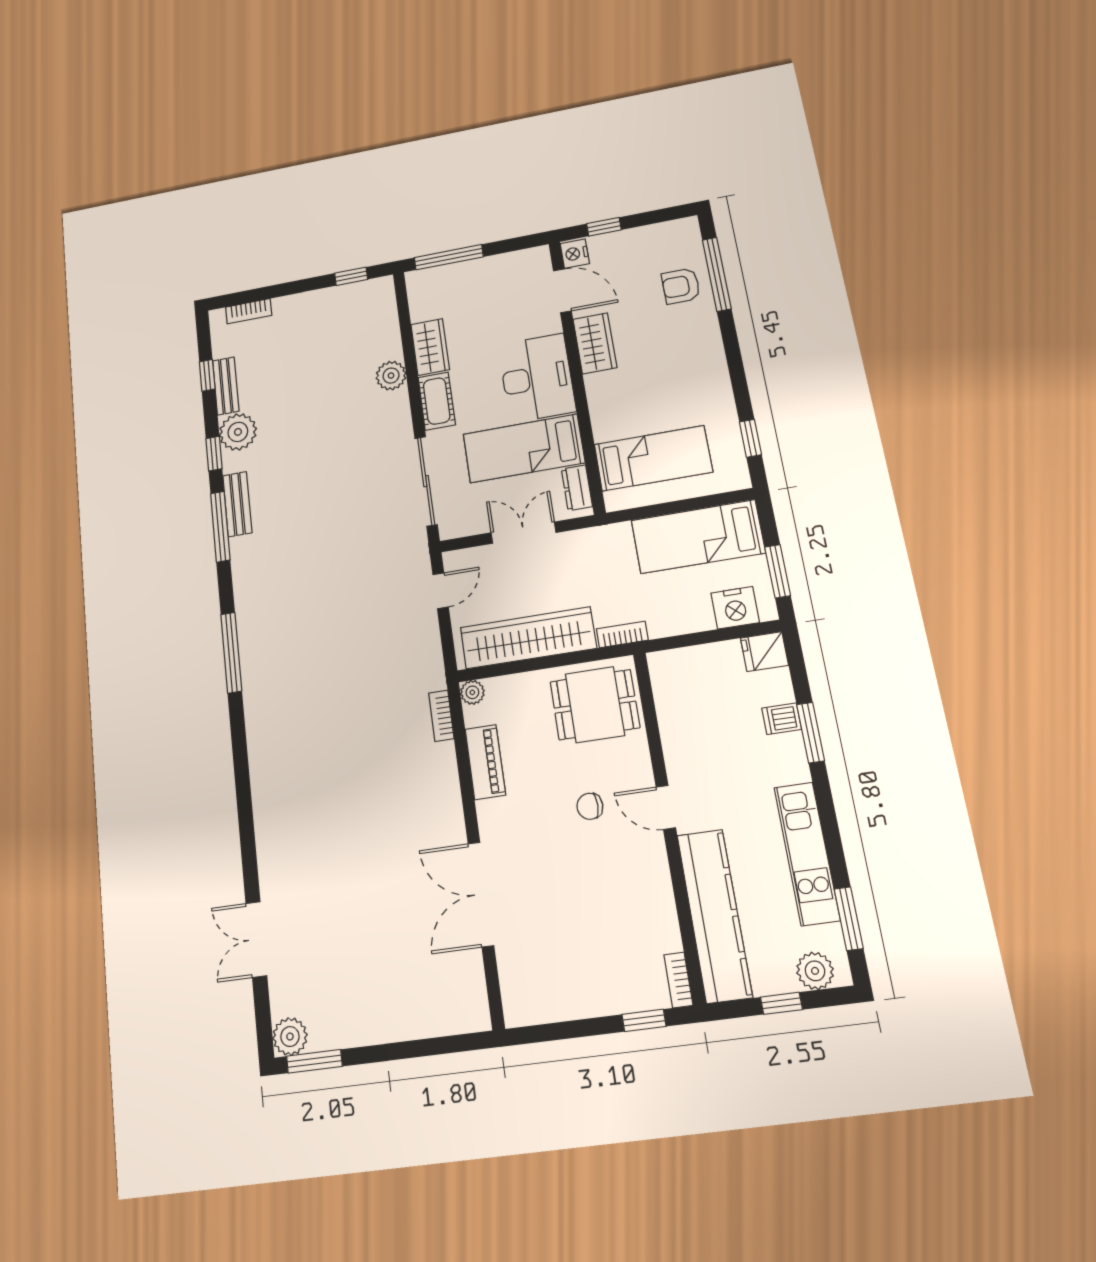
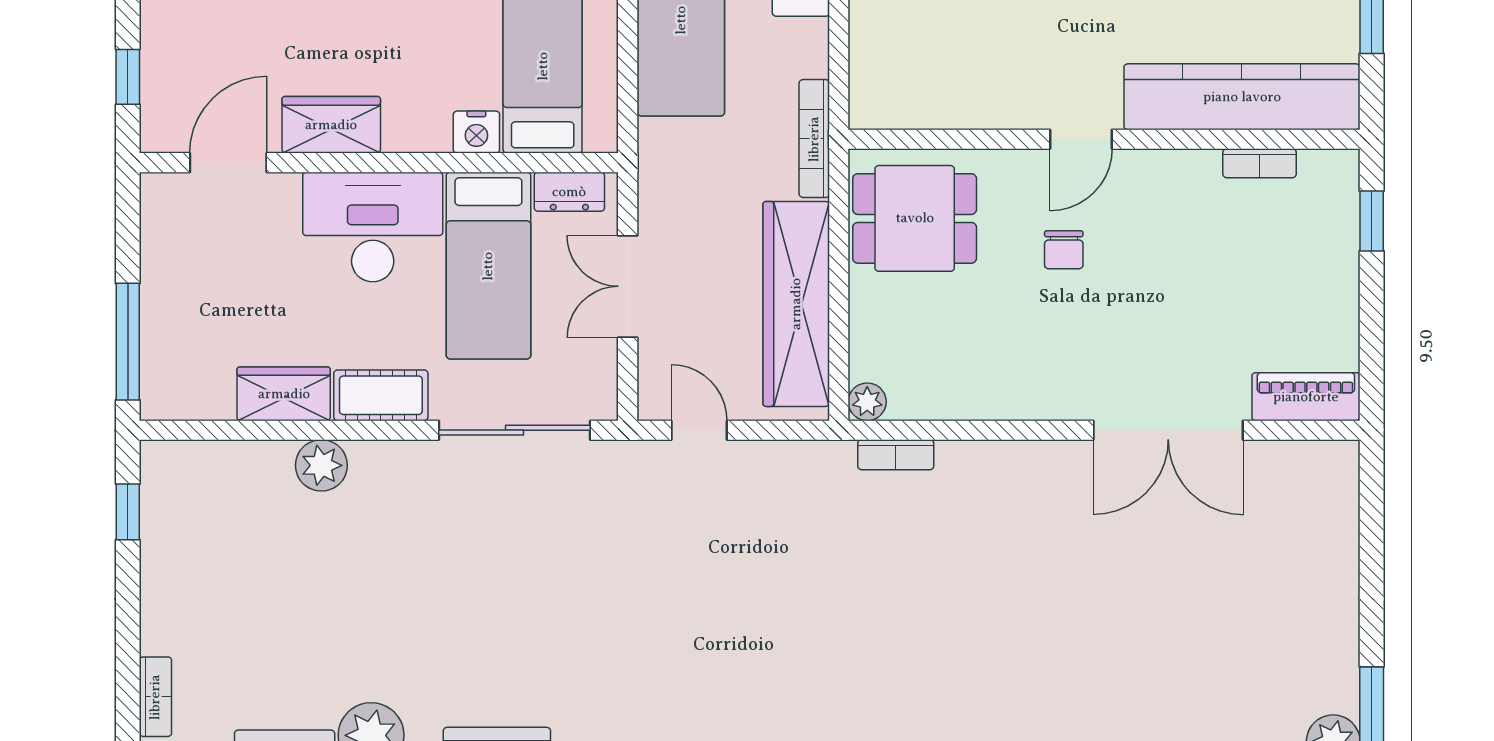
nightstand: (575, 254) -> (476, 132), moved
bookcase: (622, 634) -> (814, 139), width x1.56
dining table: (595, 705) -> (915, 218), turned 90
piano: (485, 762) -> (1306, 397), moved
bookcase: (678, 980) -> (1260, 163), moved

